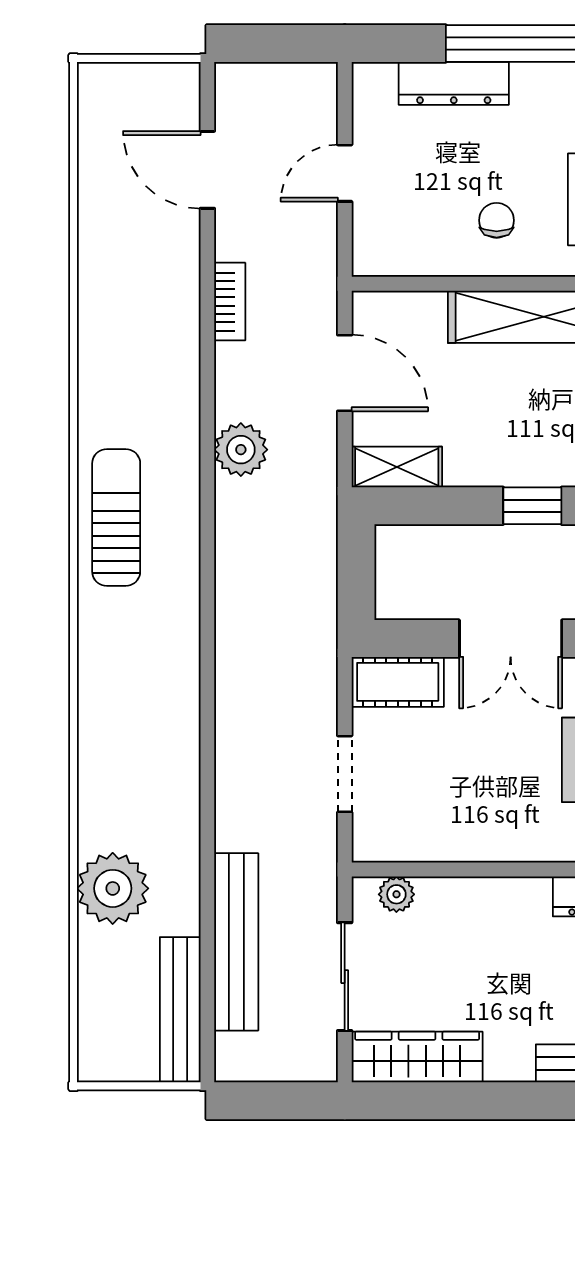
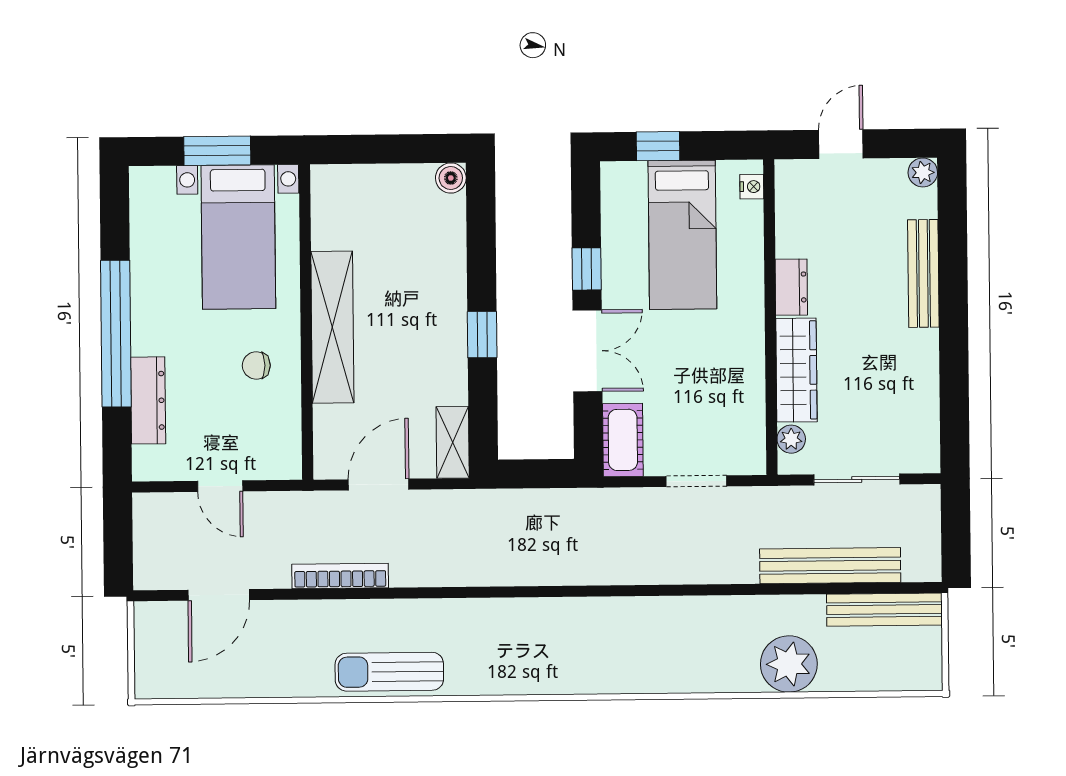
bookcase: (230, 302) -> (340, 576), width x1.56
plant: (241, 450) -> (440, 566), removed
sun lounger: (116, 518) -> (389, 672), moved
wardrobe: (417, 1057) -> (796, 370), moved, turned 180

